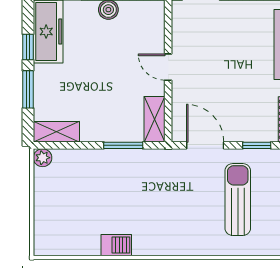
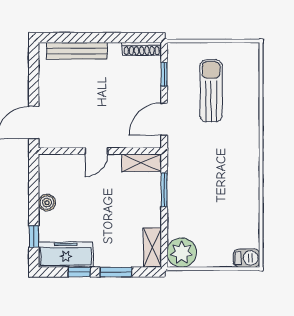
plant: (43, 158) -> (182, 253), width x1.88, depth x1.88
sun lounger: (238, 200) -> (211, 91), turned 90
barbecue: (116, 245) -> (247, 258), moved, turned 90

